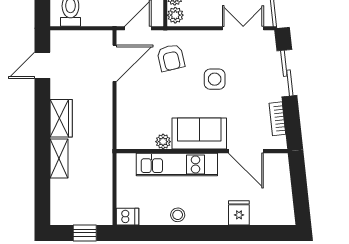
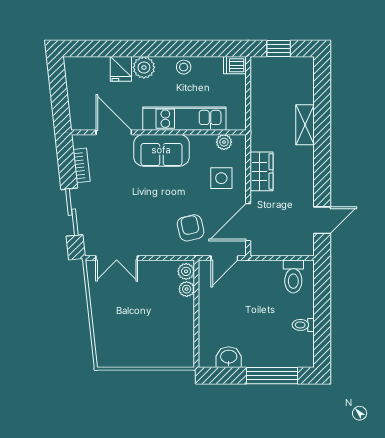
side table: (215, 79) -> (221, 178), moved
wardrobe: (61, 118) -> (261, 171), moved, turned 180
plant: (163, 142) -> (224, 142), moved
plant: (216, 214) -> (144, 67), added

